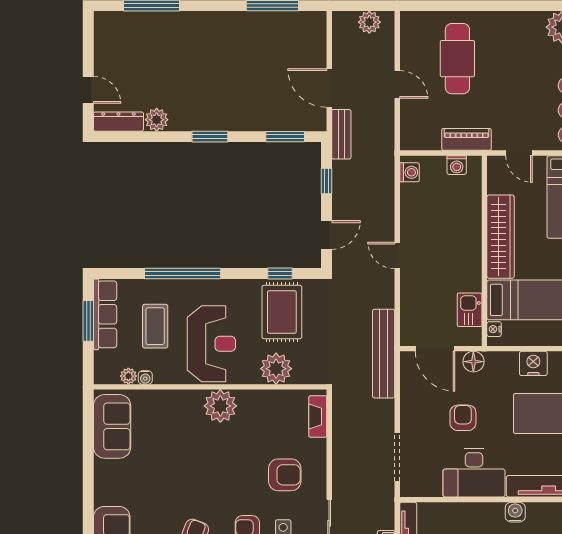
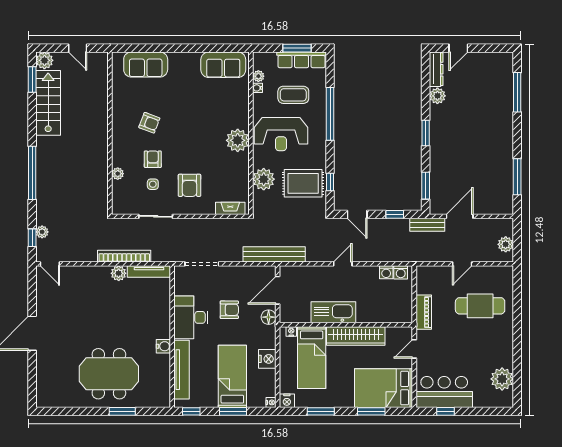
washing machine: (457, 165) -> (386, 272), moved, turned -90
kitchen sink: (470, 310) -> (333, 312), moved, width x1.88, depth x1.24

